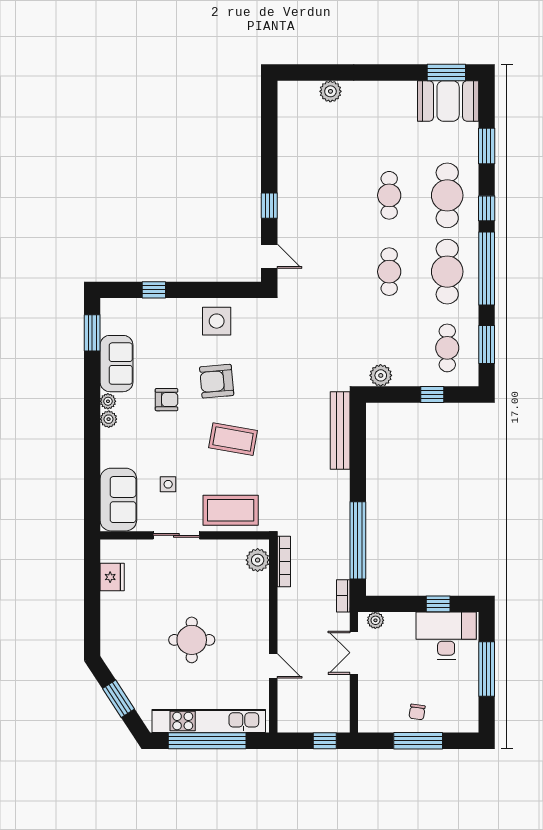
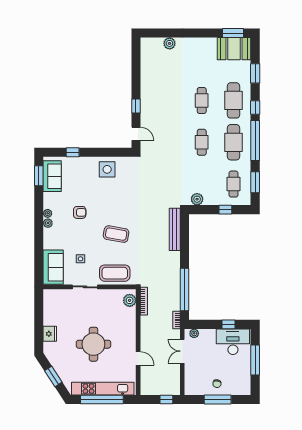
sofa: (116, 364) -> (52, 176), moved
armchair: (217, 381) -> (107, 202), removed
fridge: (112, 577) -> (50, 334), moved
round table: (192, 640) -> (93, 344), width x1.36, depth x1.36

